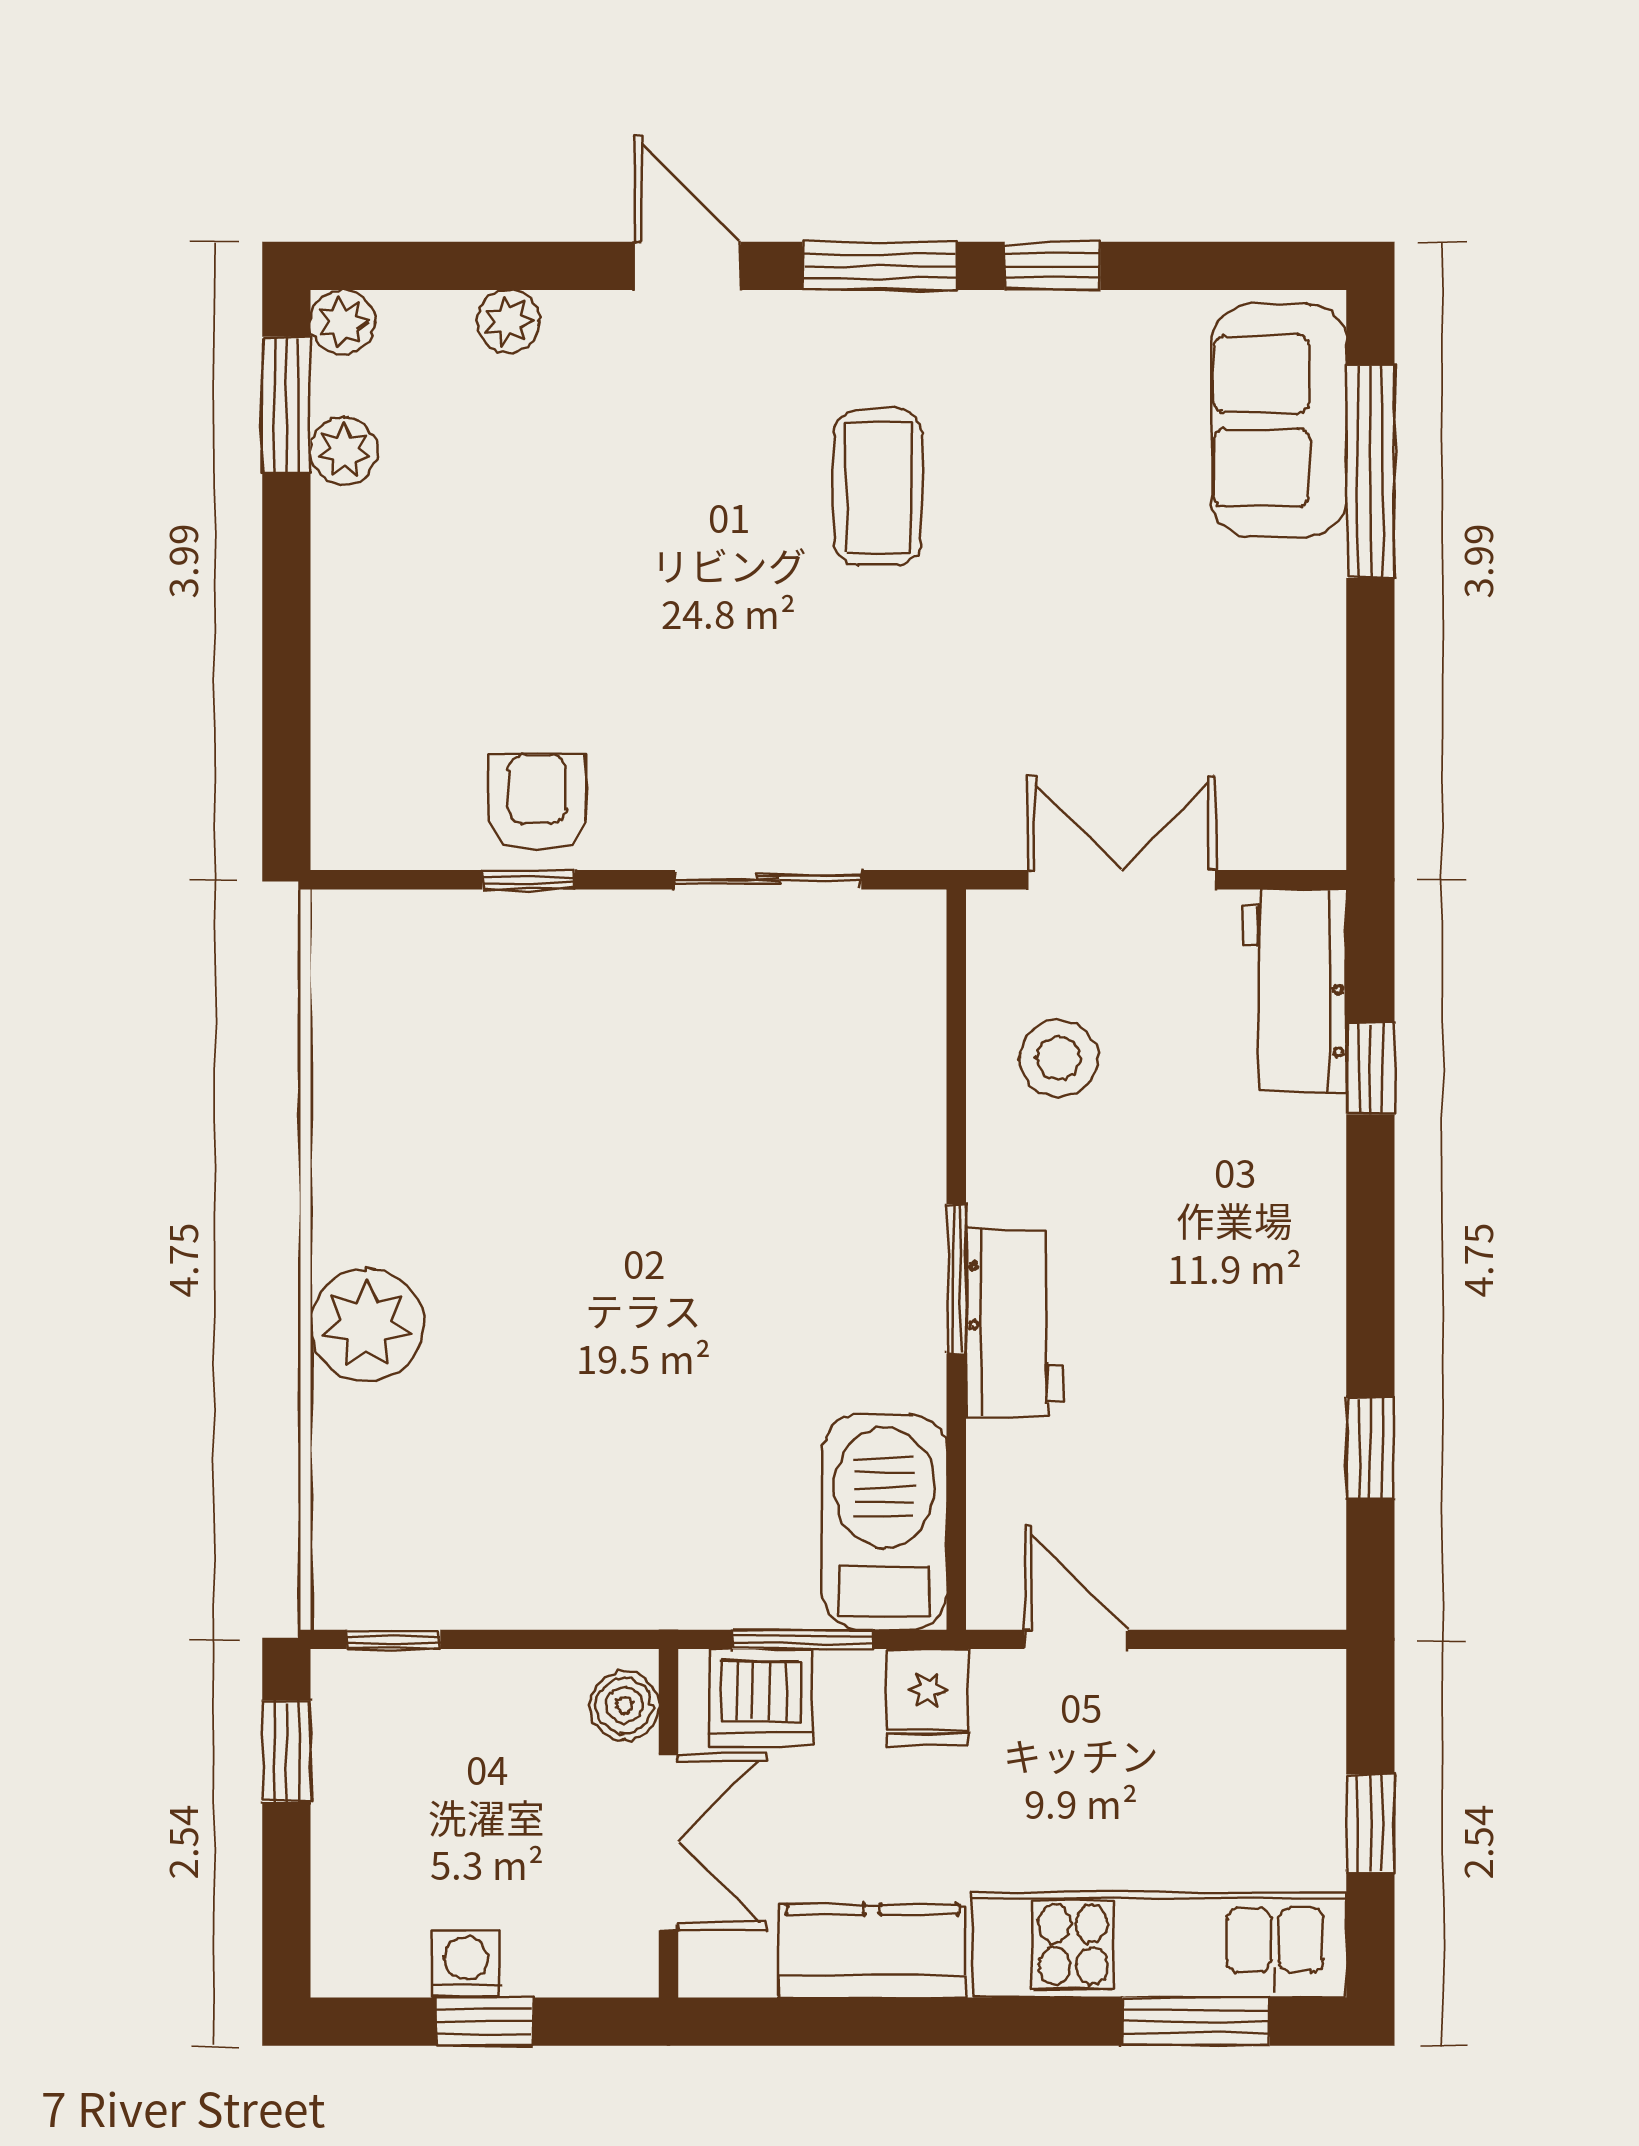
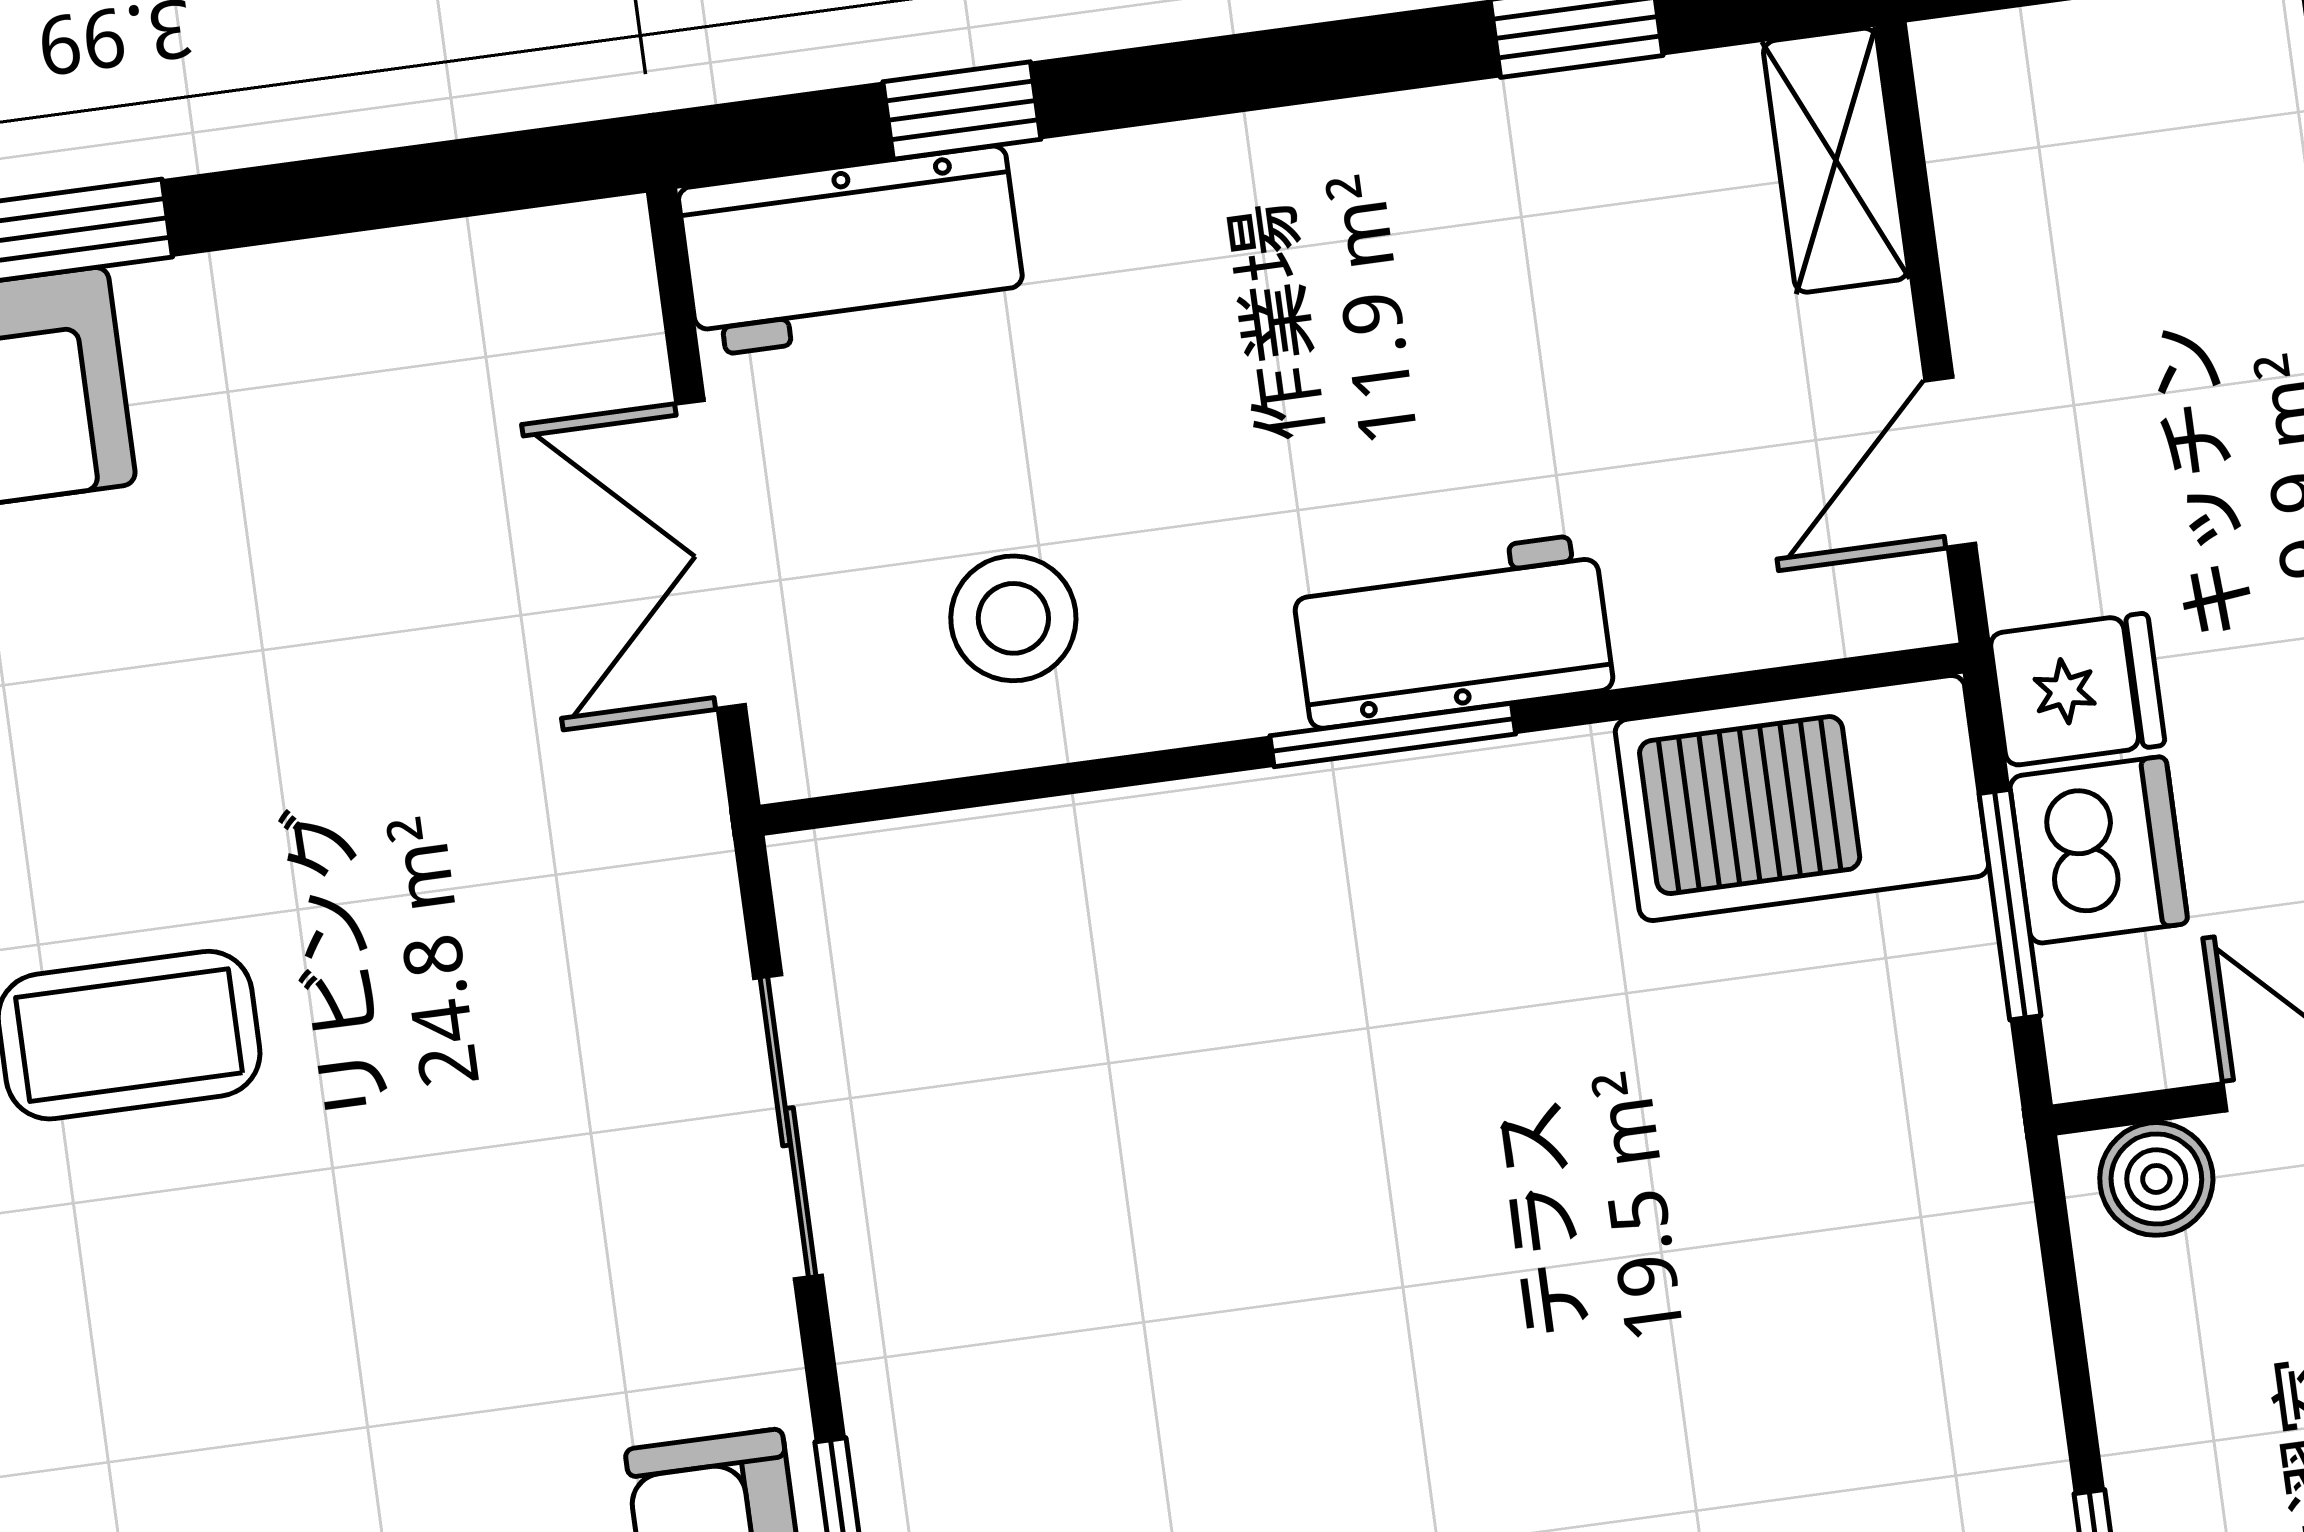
shelving: (1269, 1595) -> (1836, 160), added
dishwasher: (761, 1697) -> (2098, 850), moved

